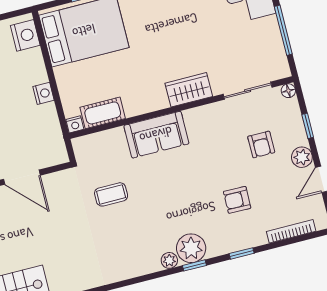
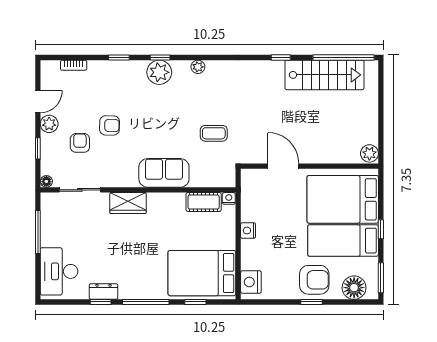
armchair: (237, 200) -> (110, 125), moved
bookcase: (291, 231) -> (74, 65), width x0.64
plant: (169, 260) -> (198, 67), moved

